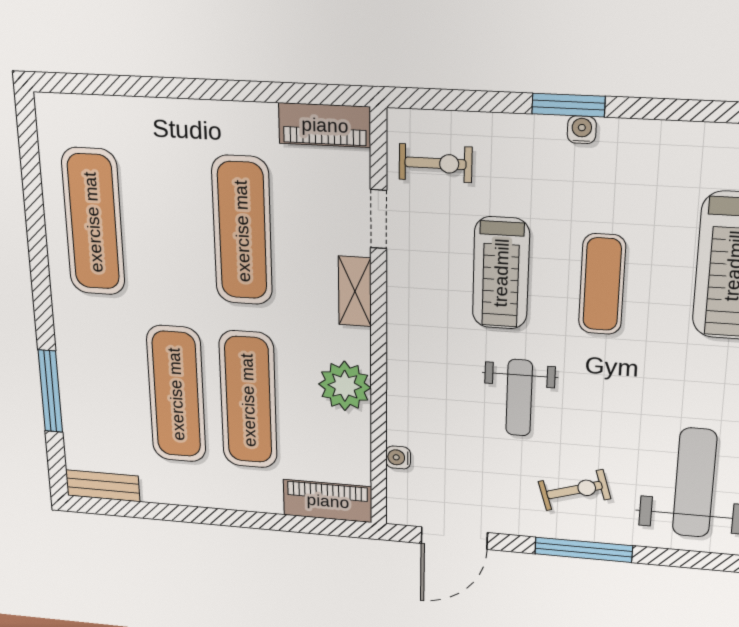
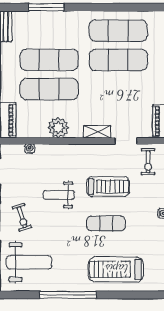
exercise mat: (242, 231) -> (118, 60), moved
treadmill: (501, 273) -> (108, 187), turned 180

